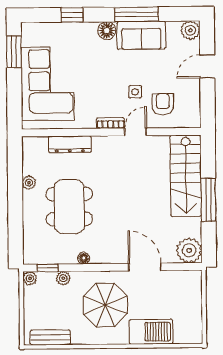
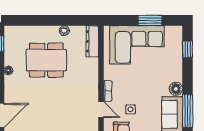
window: (72, 15) -> (188, 49), moved
window: (14, 52) -> (150, 20), moved
dresser: (70, 144) -> (92, 41), moved

